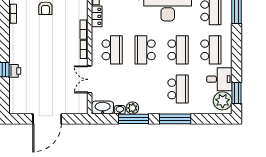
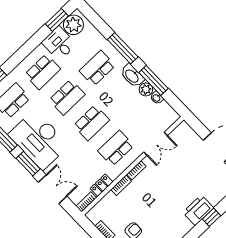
school desk: (178, 50) -> (67, 97), turned 180
school desk: (211, 50) -> (43, 72), turned 180
printer: (15, 71) -> (198, 210), width x1.87, depth x1.48
washbasin: (103, 108) -> (132, 76), moved

